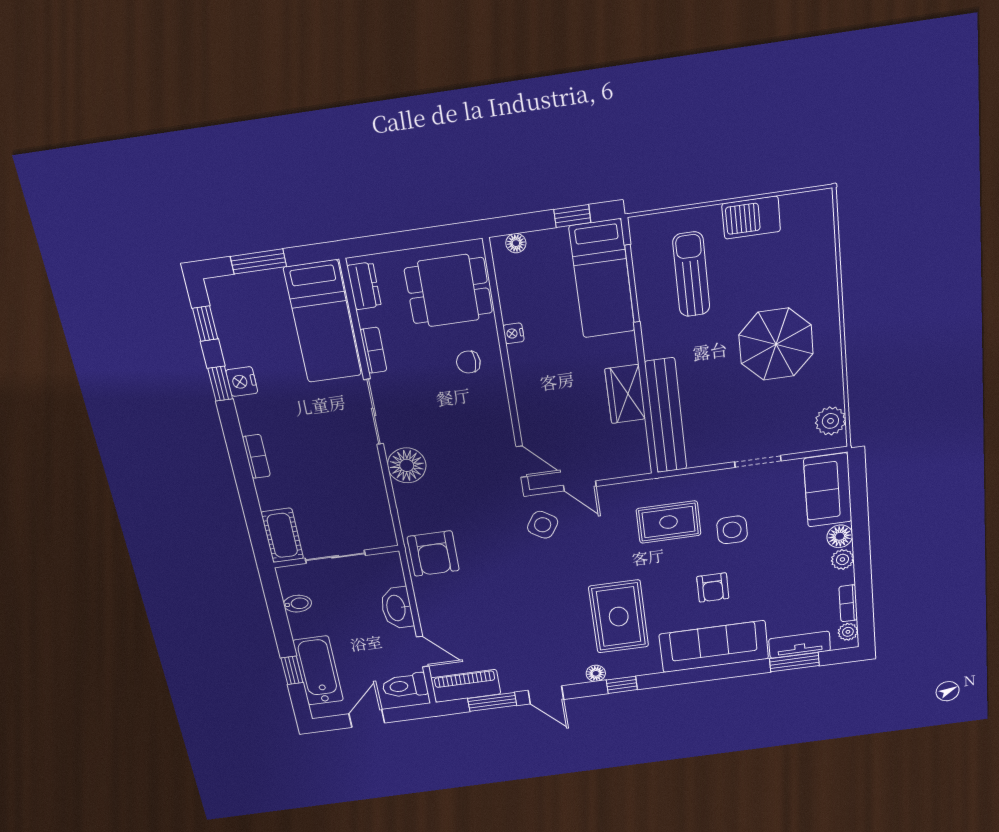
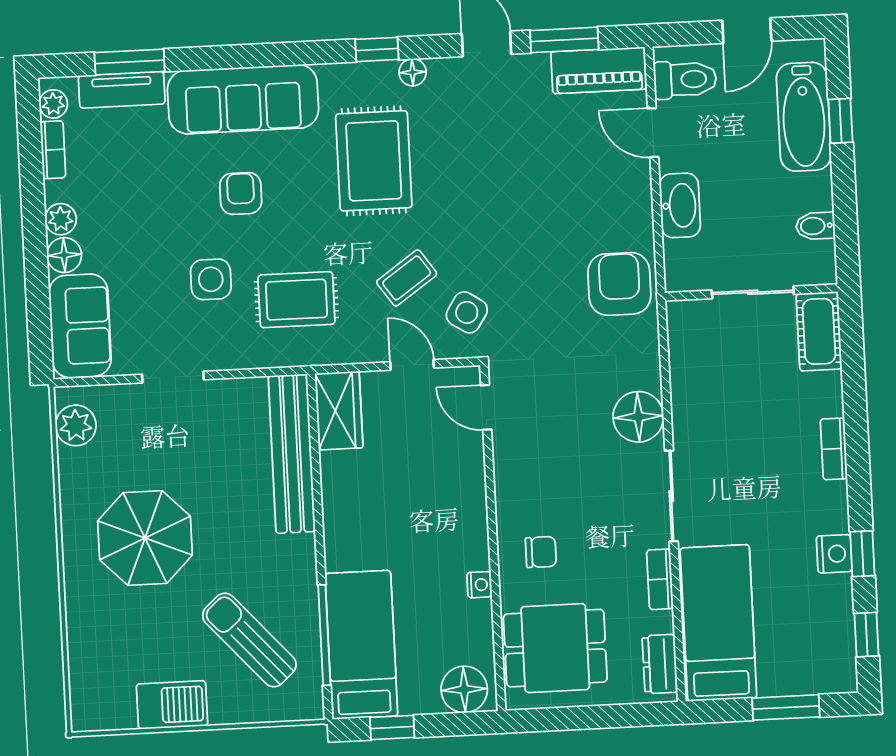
floor lamp: (516, 243) -> (464, 689), width x1.89, depth x1.89
sun lounger: (691, 274) -> (249, 640), turned 138
wardrobe: (625, 394) -> (339, 411), moved
coffee table: (589, 544) -> (407, 278), added

